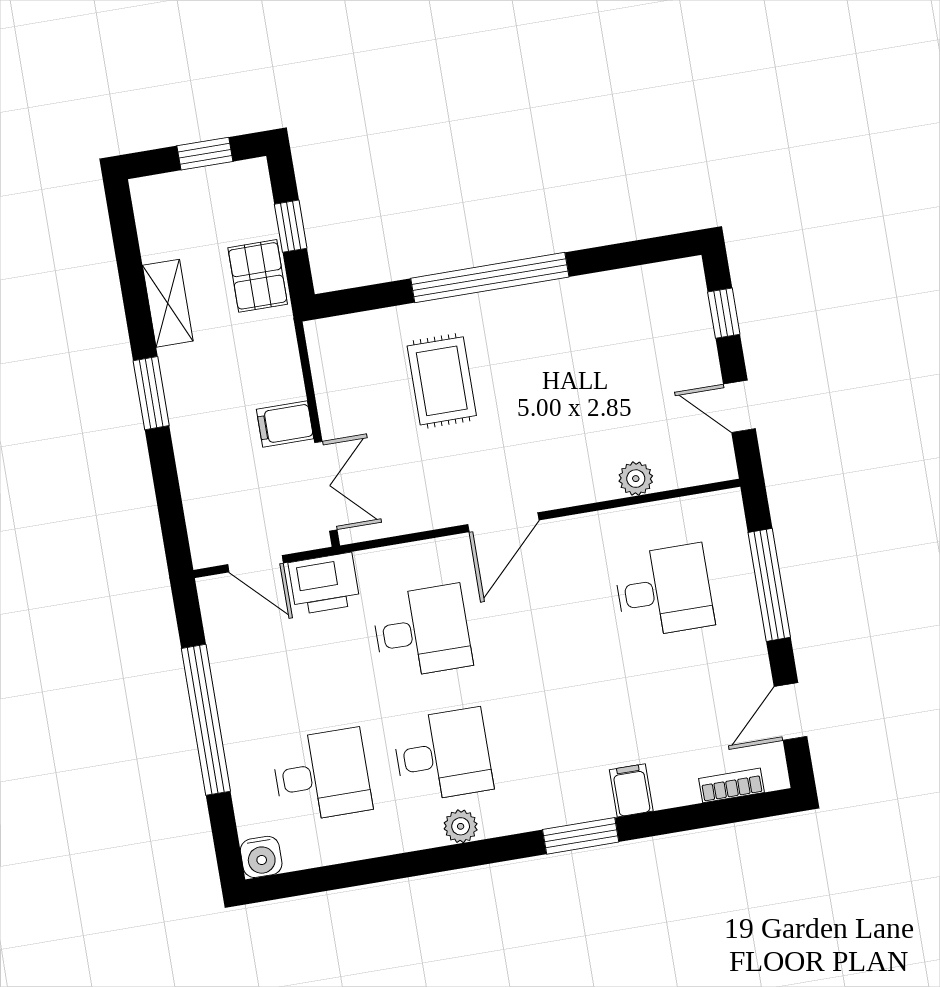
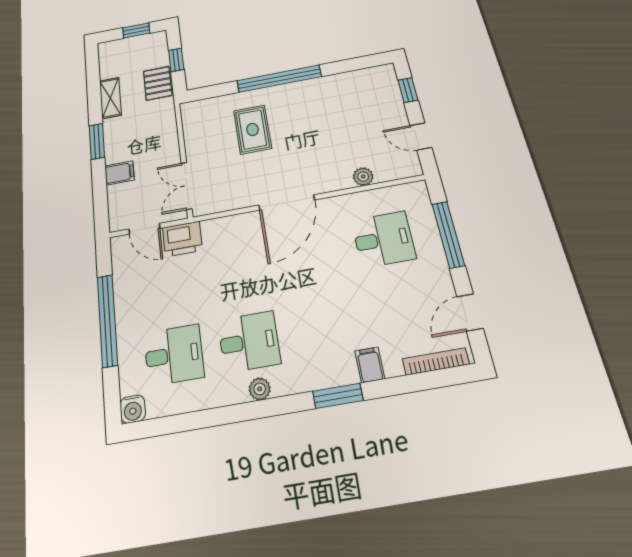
filing cabinet: (285, 424) -> (120, 173), moved, turned 180
double door: (326, 486) -> (187, 186), swing flipped
door: (503, 522) -> (287, 202), width x1.36
desk: (422, 631) -> (238, 266), removed
bookcase: (731, 785) -> (436, 361), width x1.56

